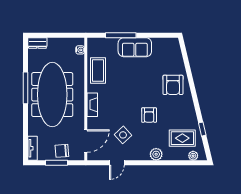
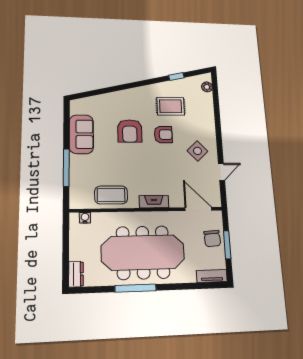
sofa: (135, 47) -> (81, 134), moved
armchair: (173, 85) -> (130, 131), moved, turned 90
side table: (123, 135) -> (197, 151), moved
rug: (182, 138) -> (171, 106), moved, turned 90
plant: (156, 154) -> (208, 127), removed
door: (117, 163) -> (222, 172), hinge flipped

